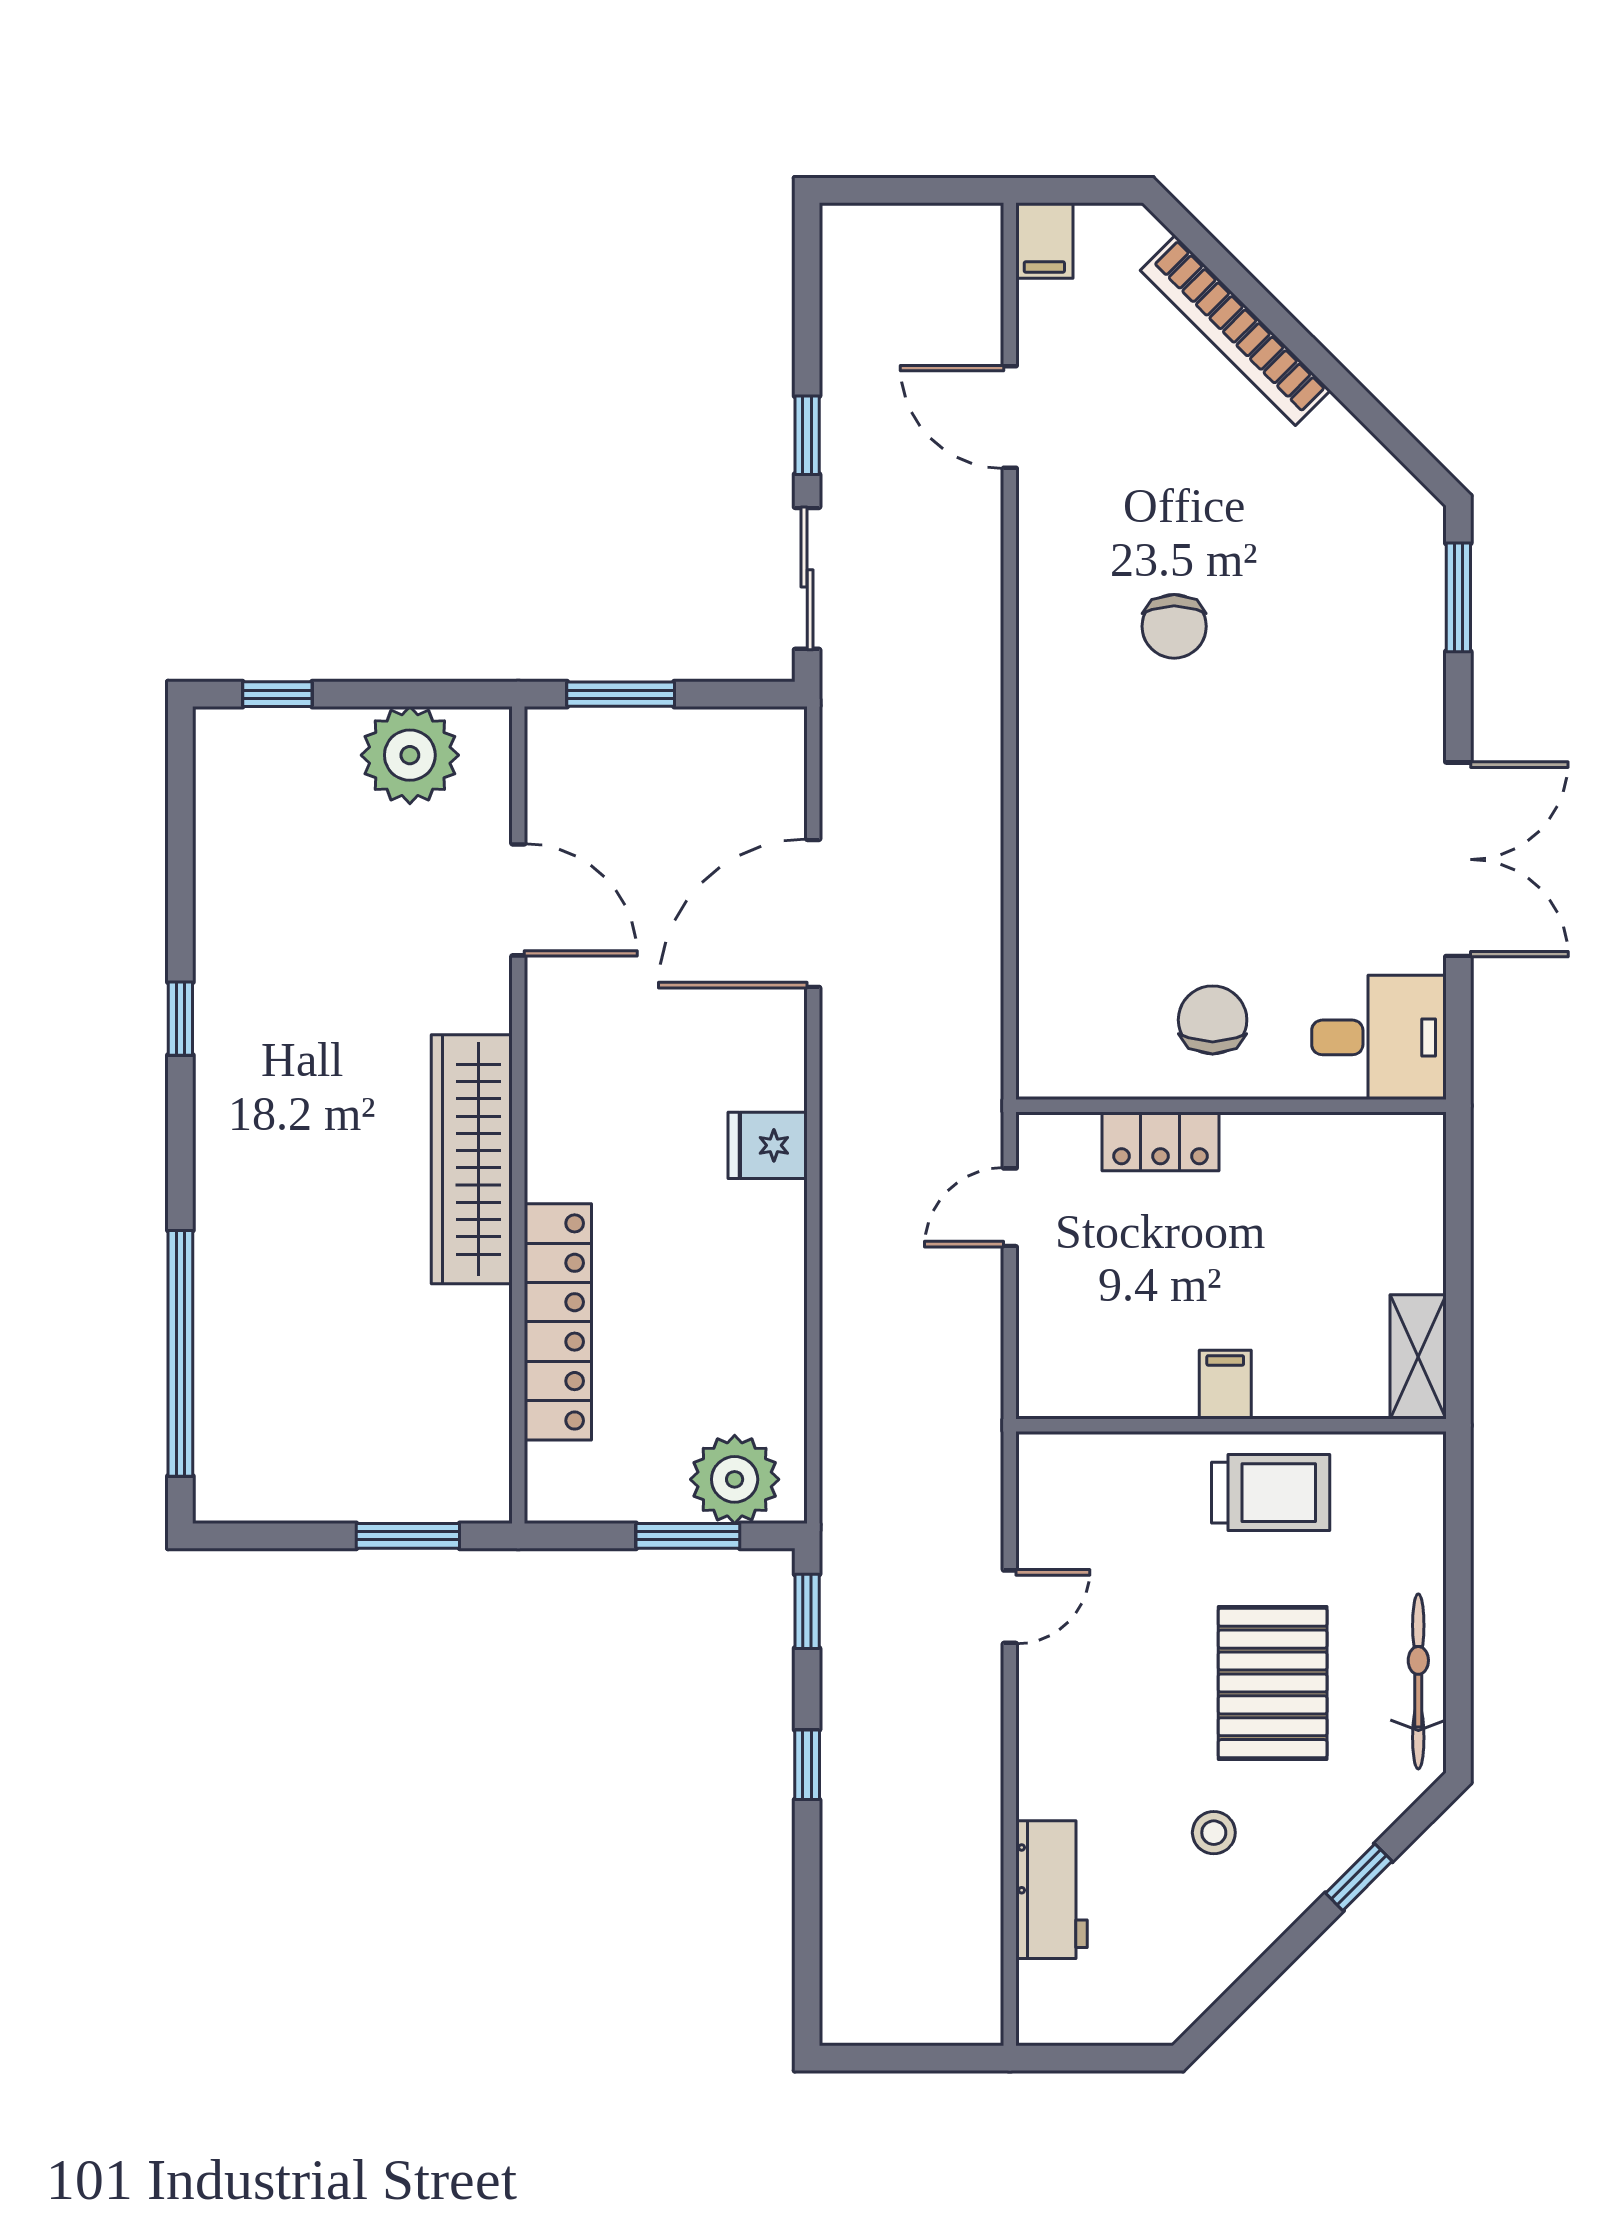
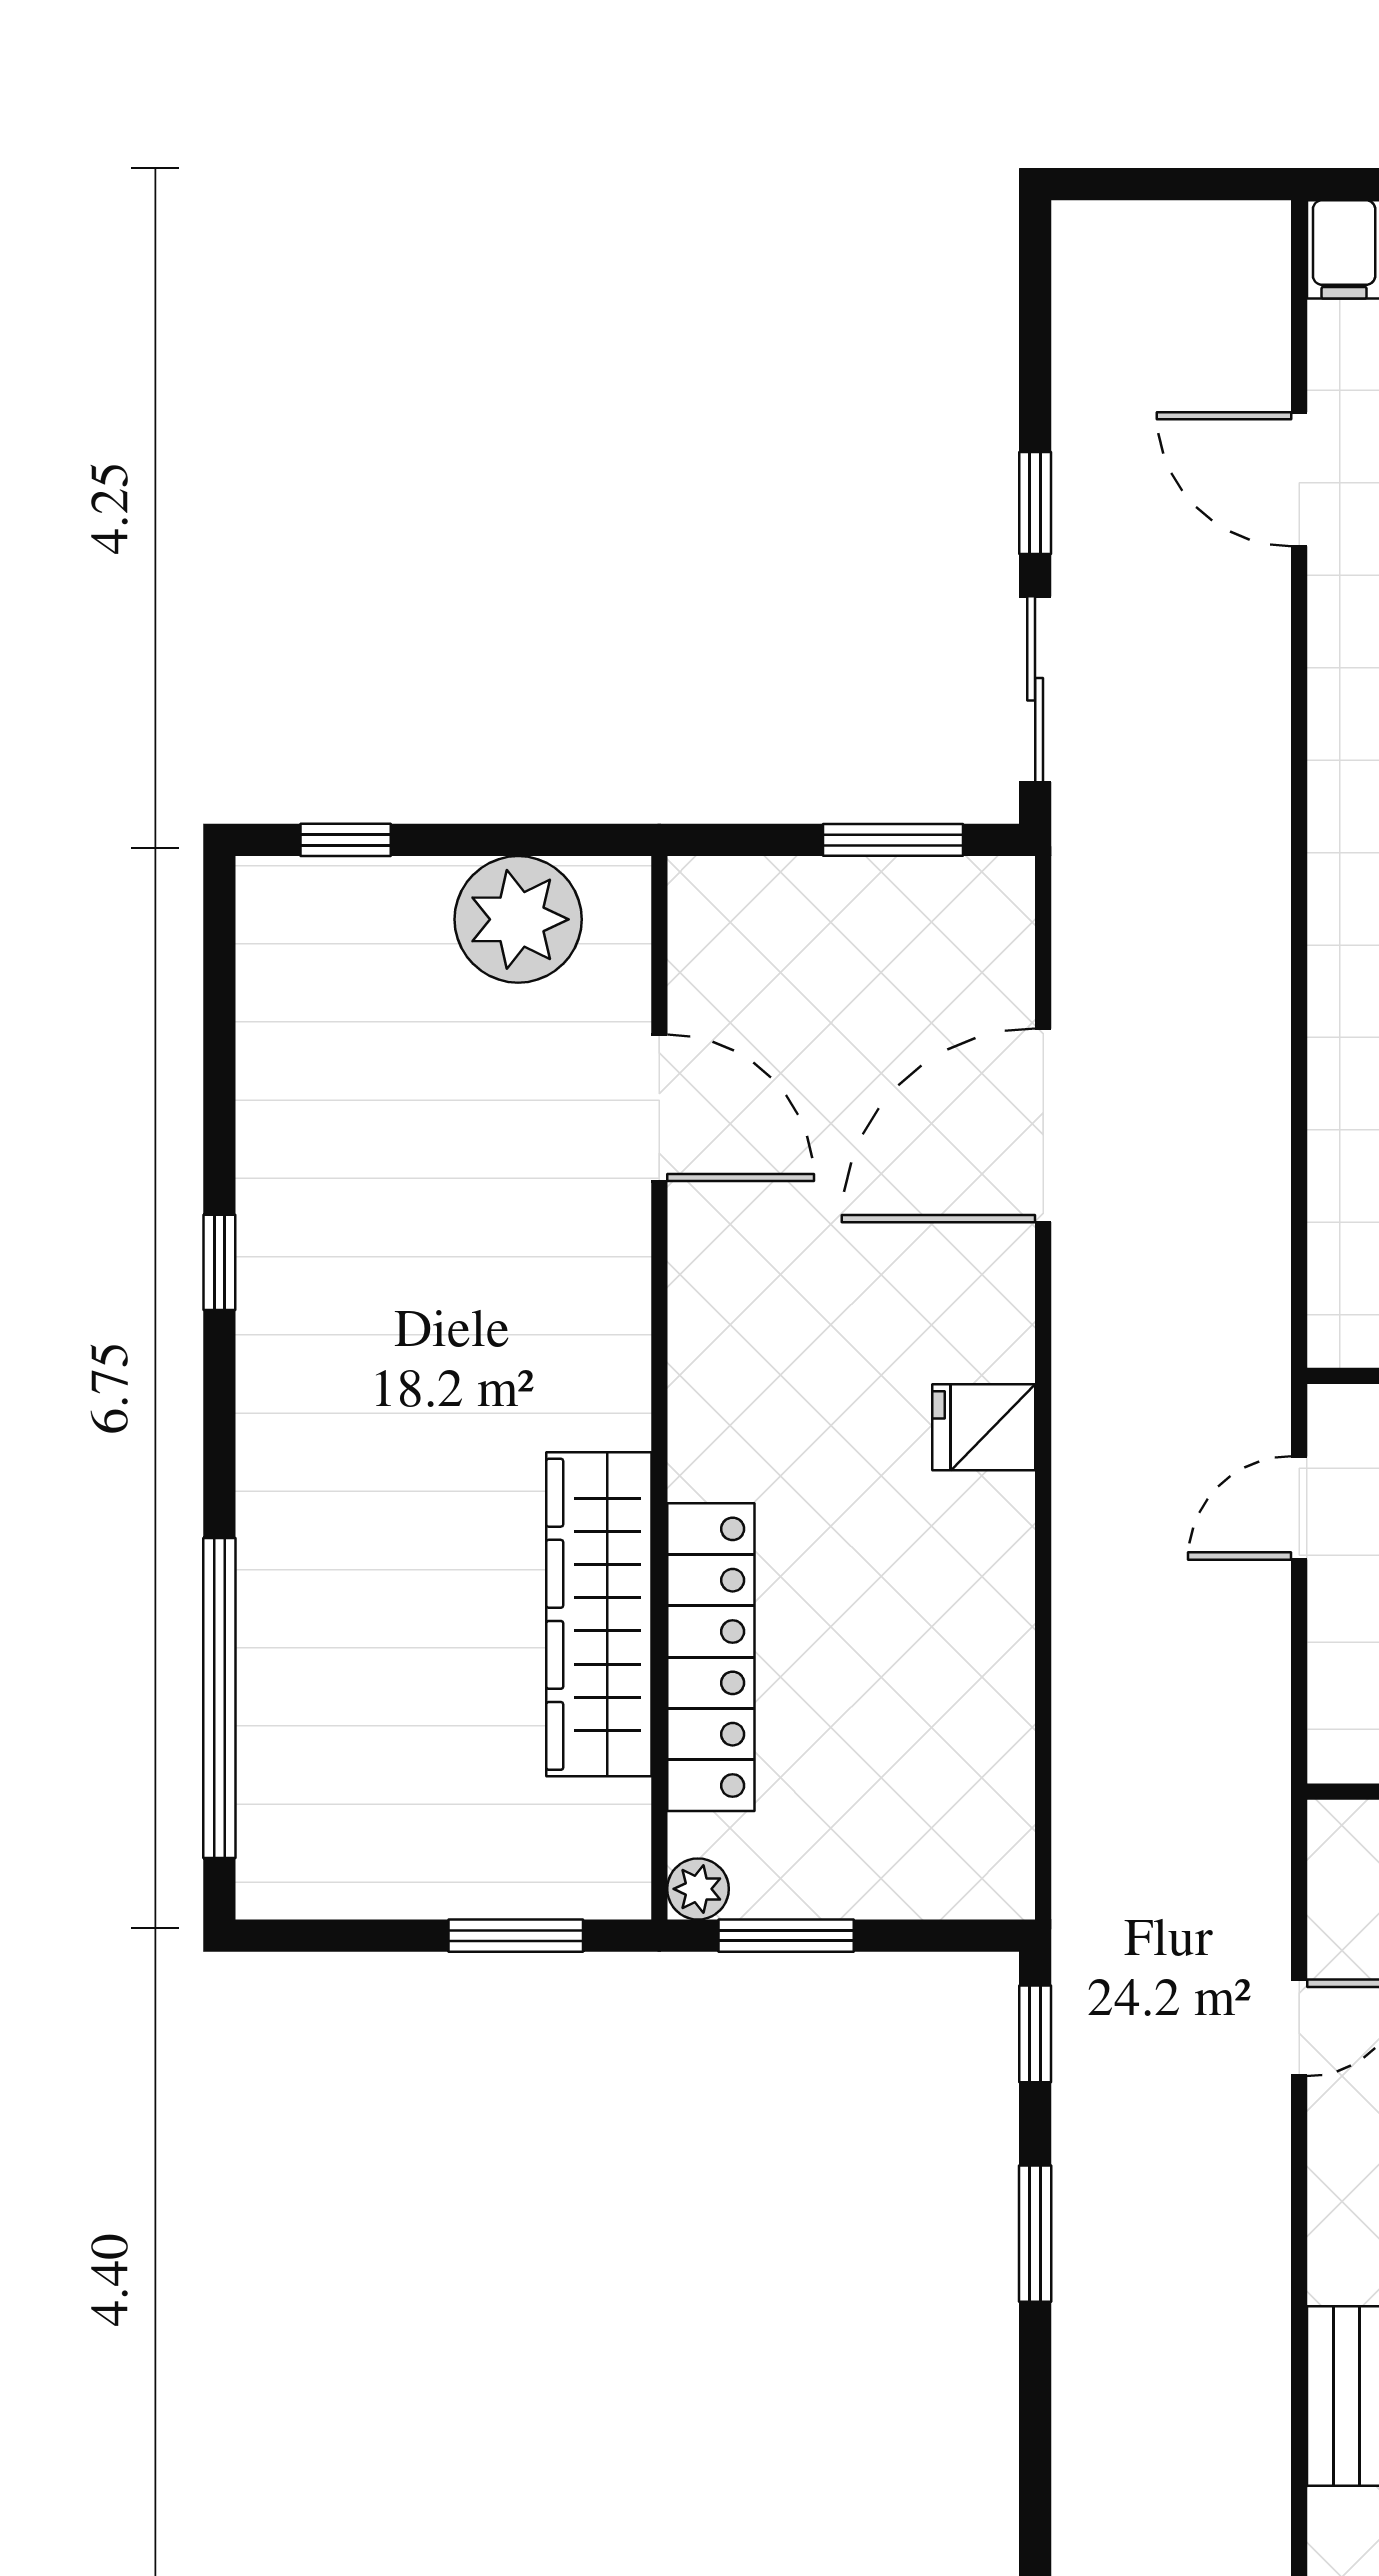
window: (621, 694) -> (893, 840), moved
wardrobe: (472, 1159) -> (599, 1614), moved
plant: (735, 1479) -> (698, 1889), moved, width x0.53, depth x0.53
window: (688, 1536) -> (786, 1936), moved
window: (807, 1765) -> (1035, 2234), width x1.50

